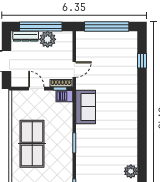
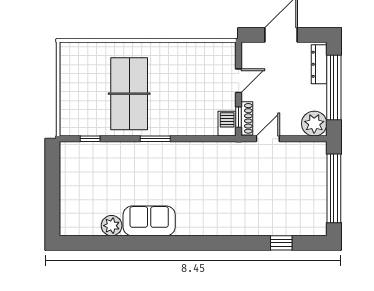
plant: (48, 39) -> (314, 124), moved
door: (74, 70) -> (268, 139), swing flipped
sofa: (86, 107) -> (149, 221), moved, turned 180
table tennis table: (32, 144) -> (129, 94), moved, turned 90

